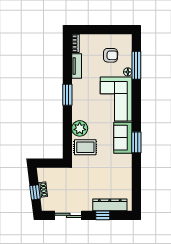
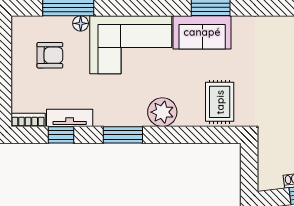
armchair: (111, 55) -> (50, 55), turned 89
window: (67, 61) -> (61, 135), added
plant: (80, 128) -> (162, 112), moved

